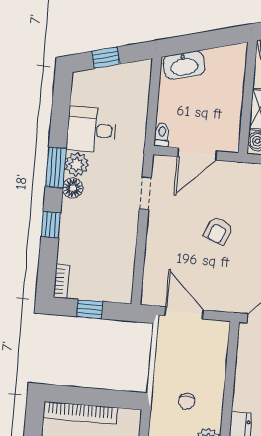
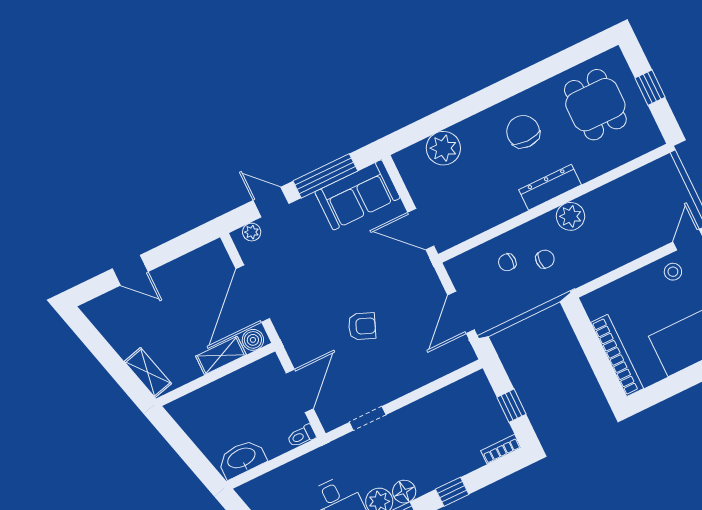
washbasin: (184, 65) -> (242, 459), moved, turned -75
door: (197, 154) -> (300, 391), hinge flipped
chair: (201, 371) -> (507, 262), added

